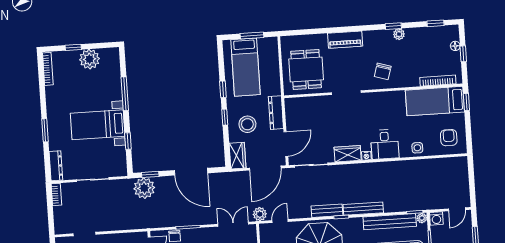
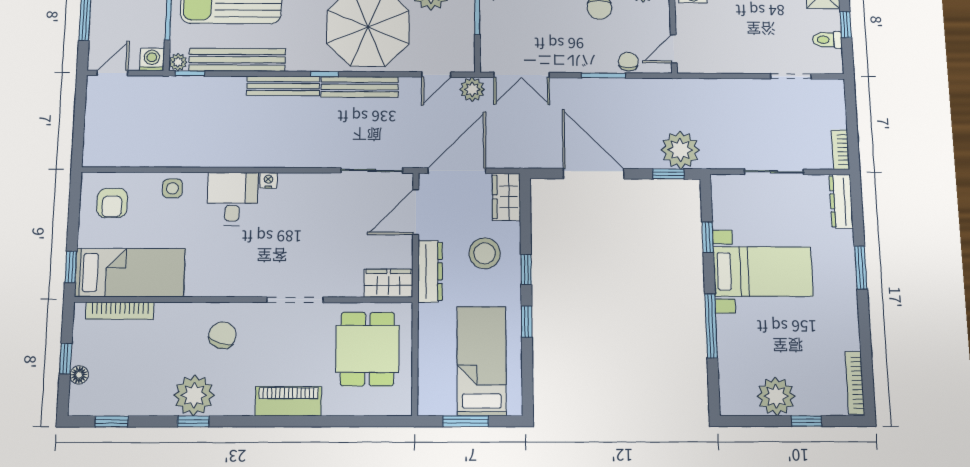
plant: (399, 34) -> (194, 395), width x1.88, depth x1.88
wardrobe: (348, 154) -> (388, 283), moved, turned 180
bench: (327, 211) -> (360, 87), width x1.36

